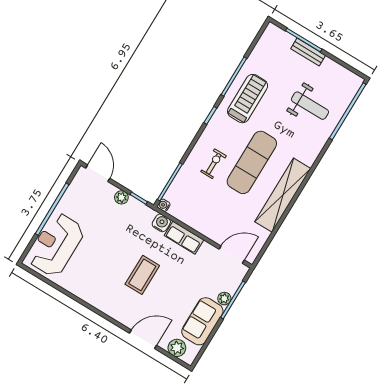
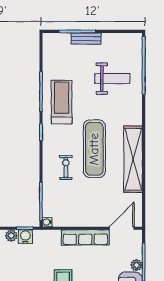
water cooler: (161, 223) -> (25, 237), moved
row of seats: (184, 238) -> (85, 237), width x1.48

